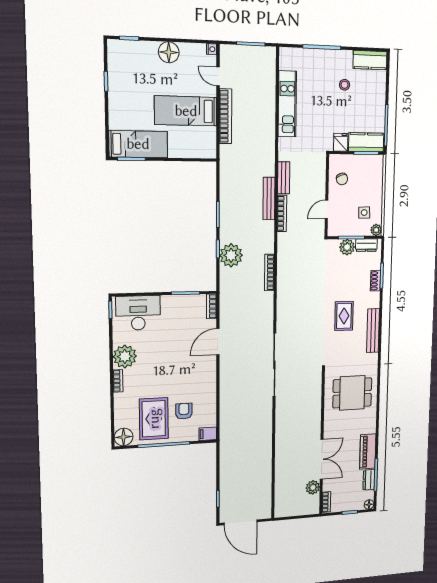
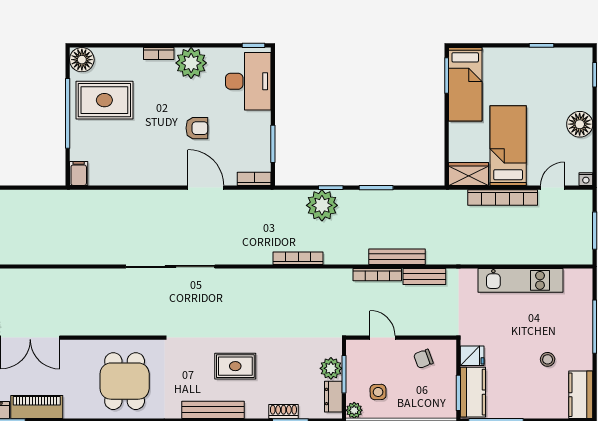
wardrobe: (208, 143) -> (469, 174), added
armchair: (184, 411) -> (197, 128), moved

